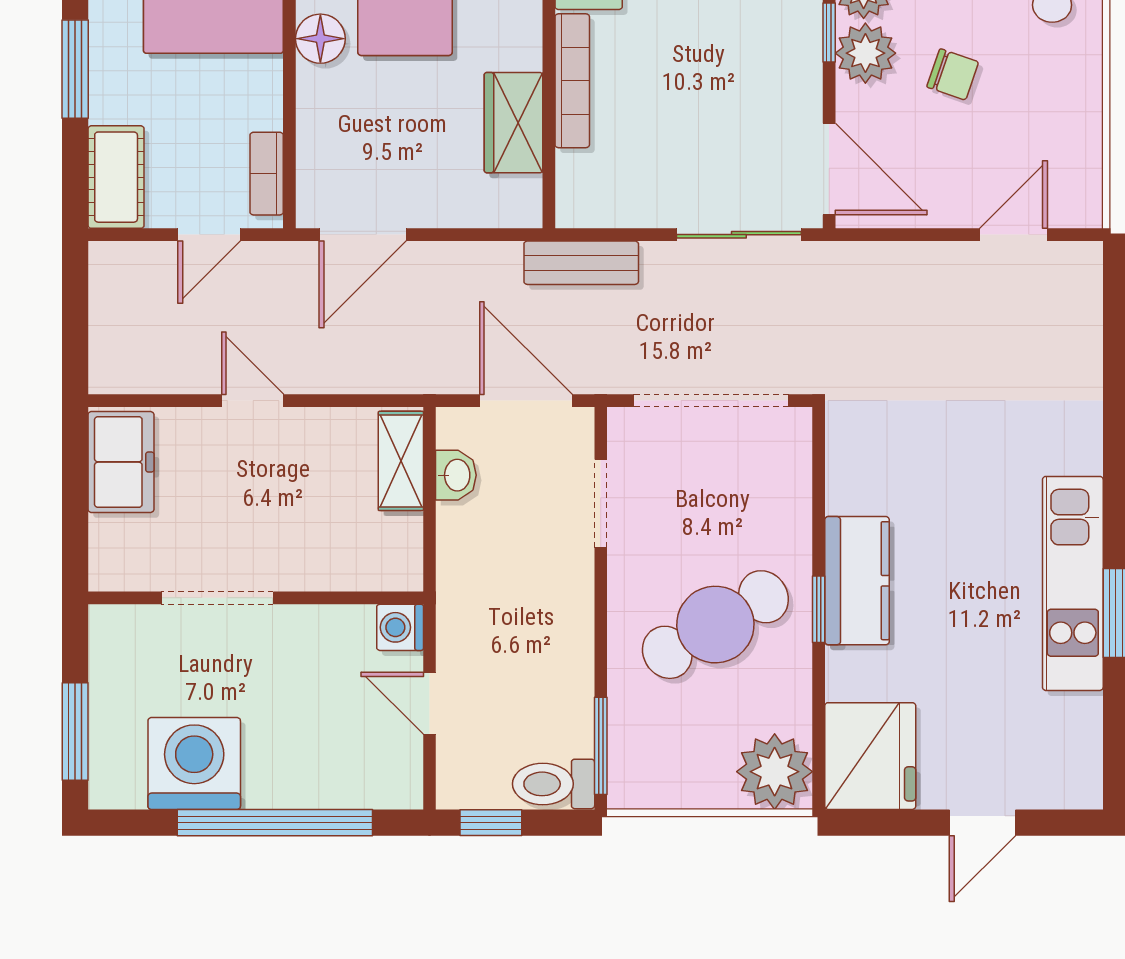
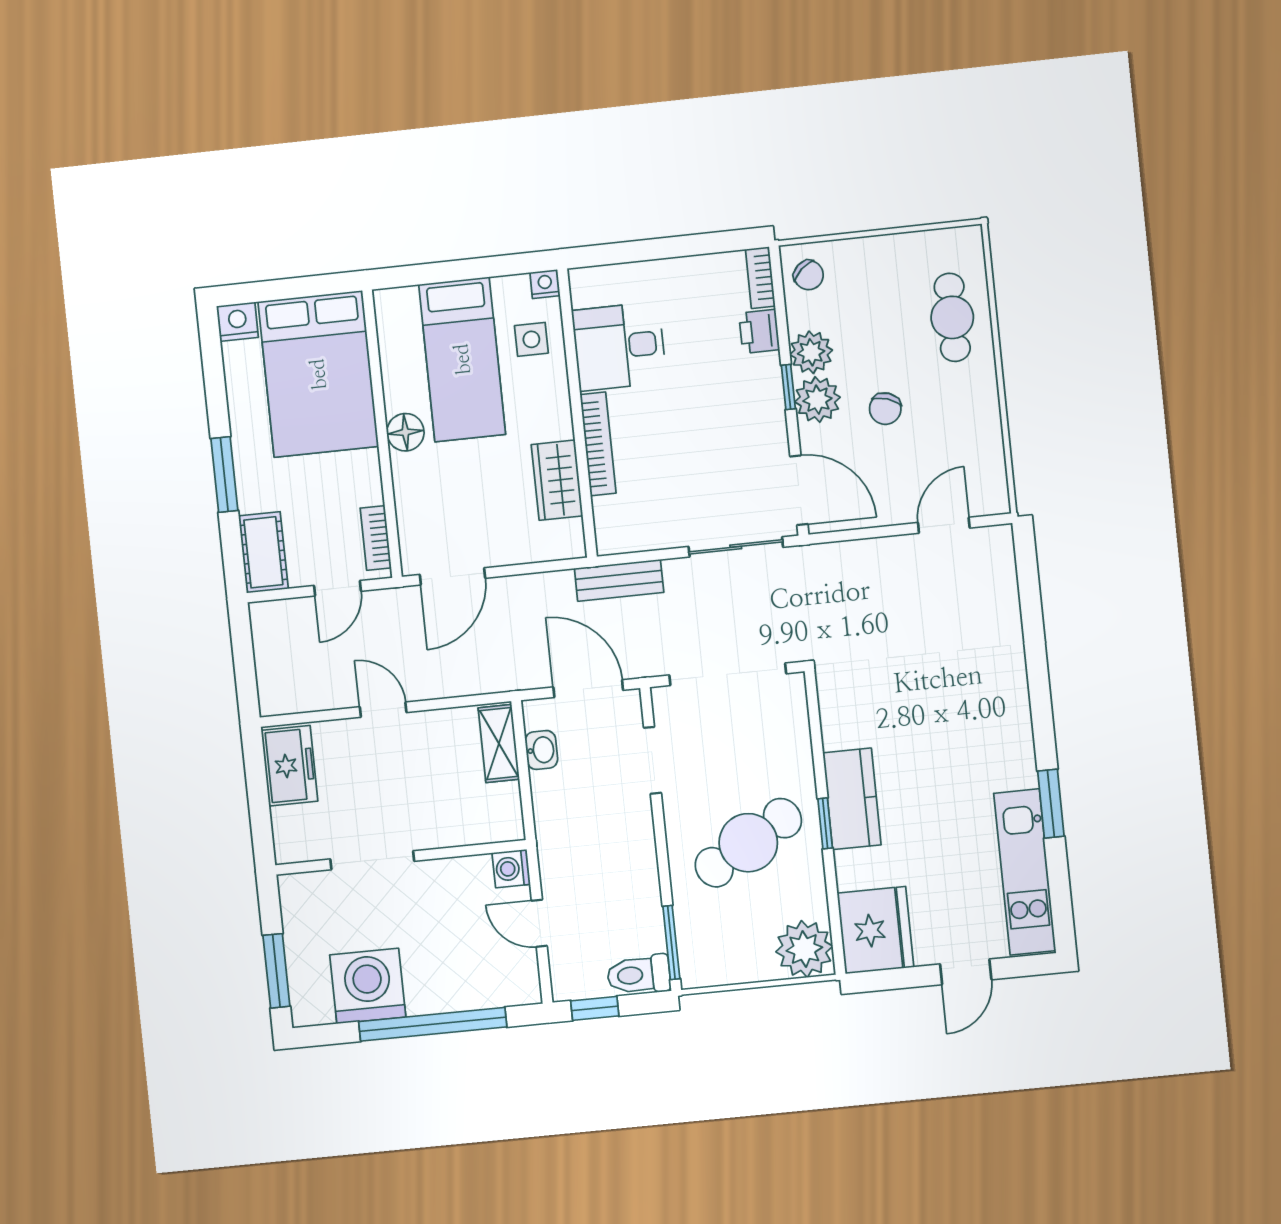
chair: (953, 74) -> (885, 409), turned 90
kitchen unit: (1073, 583) -> (1025, 872), moved

